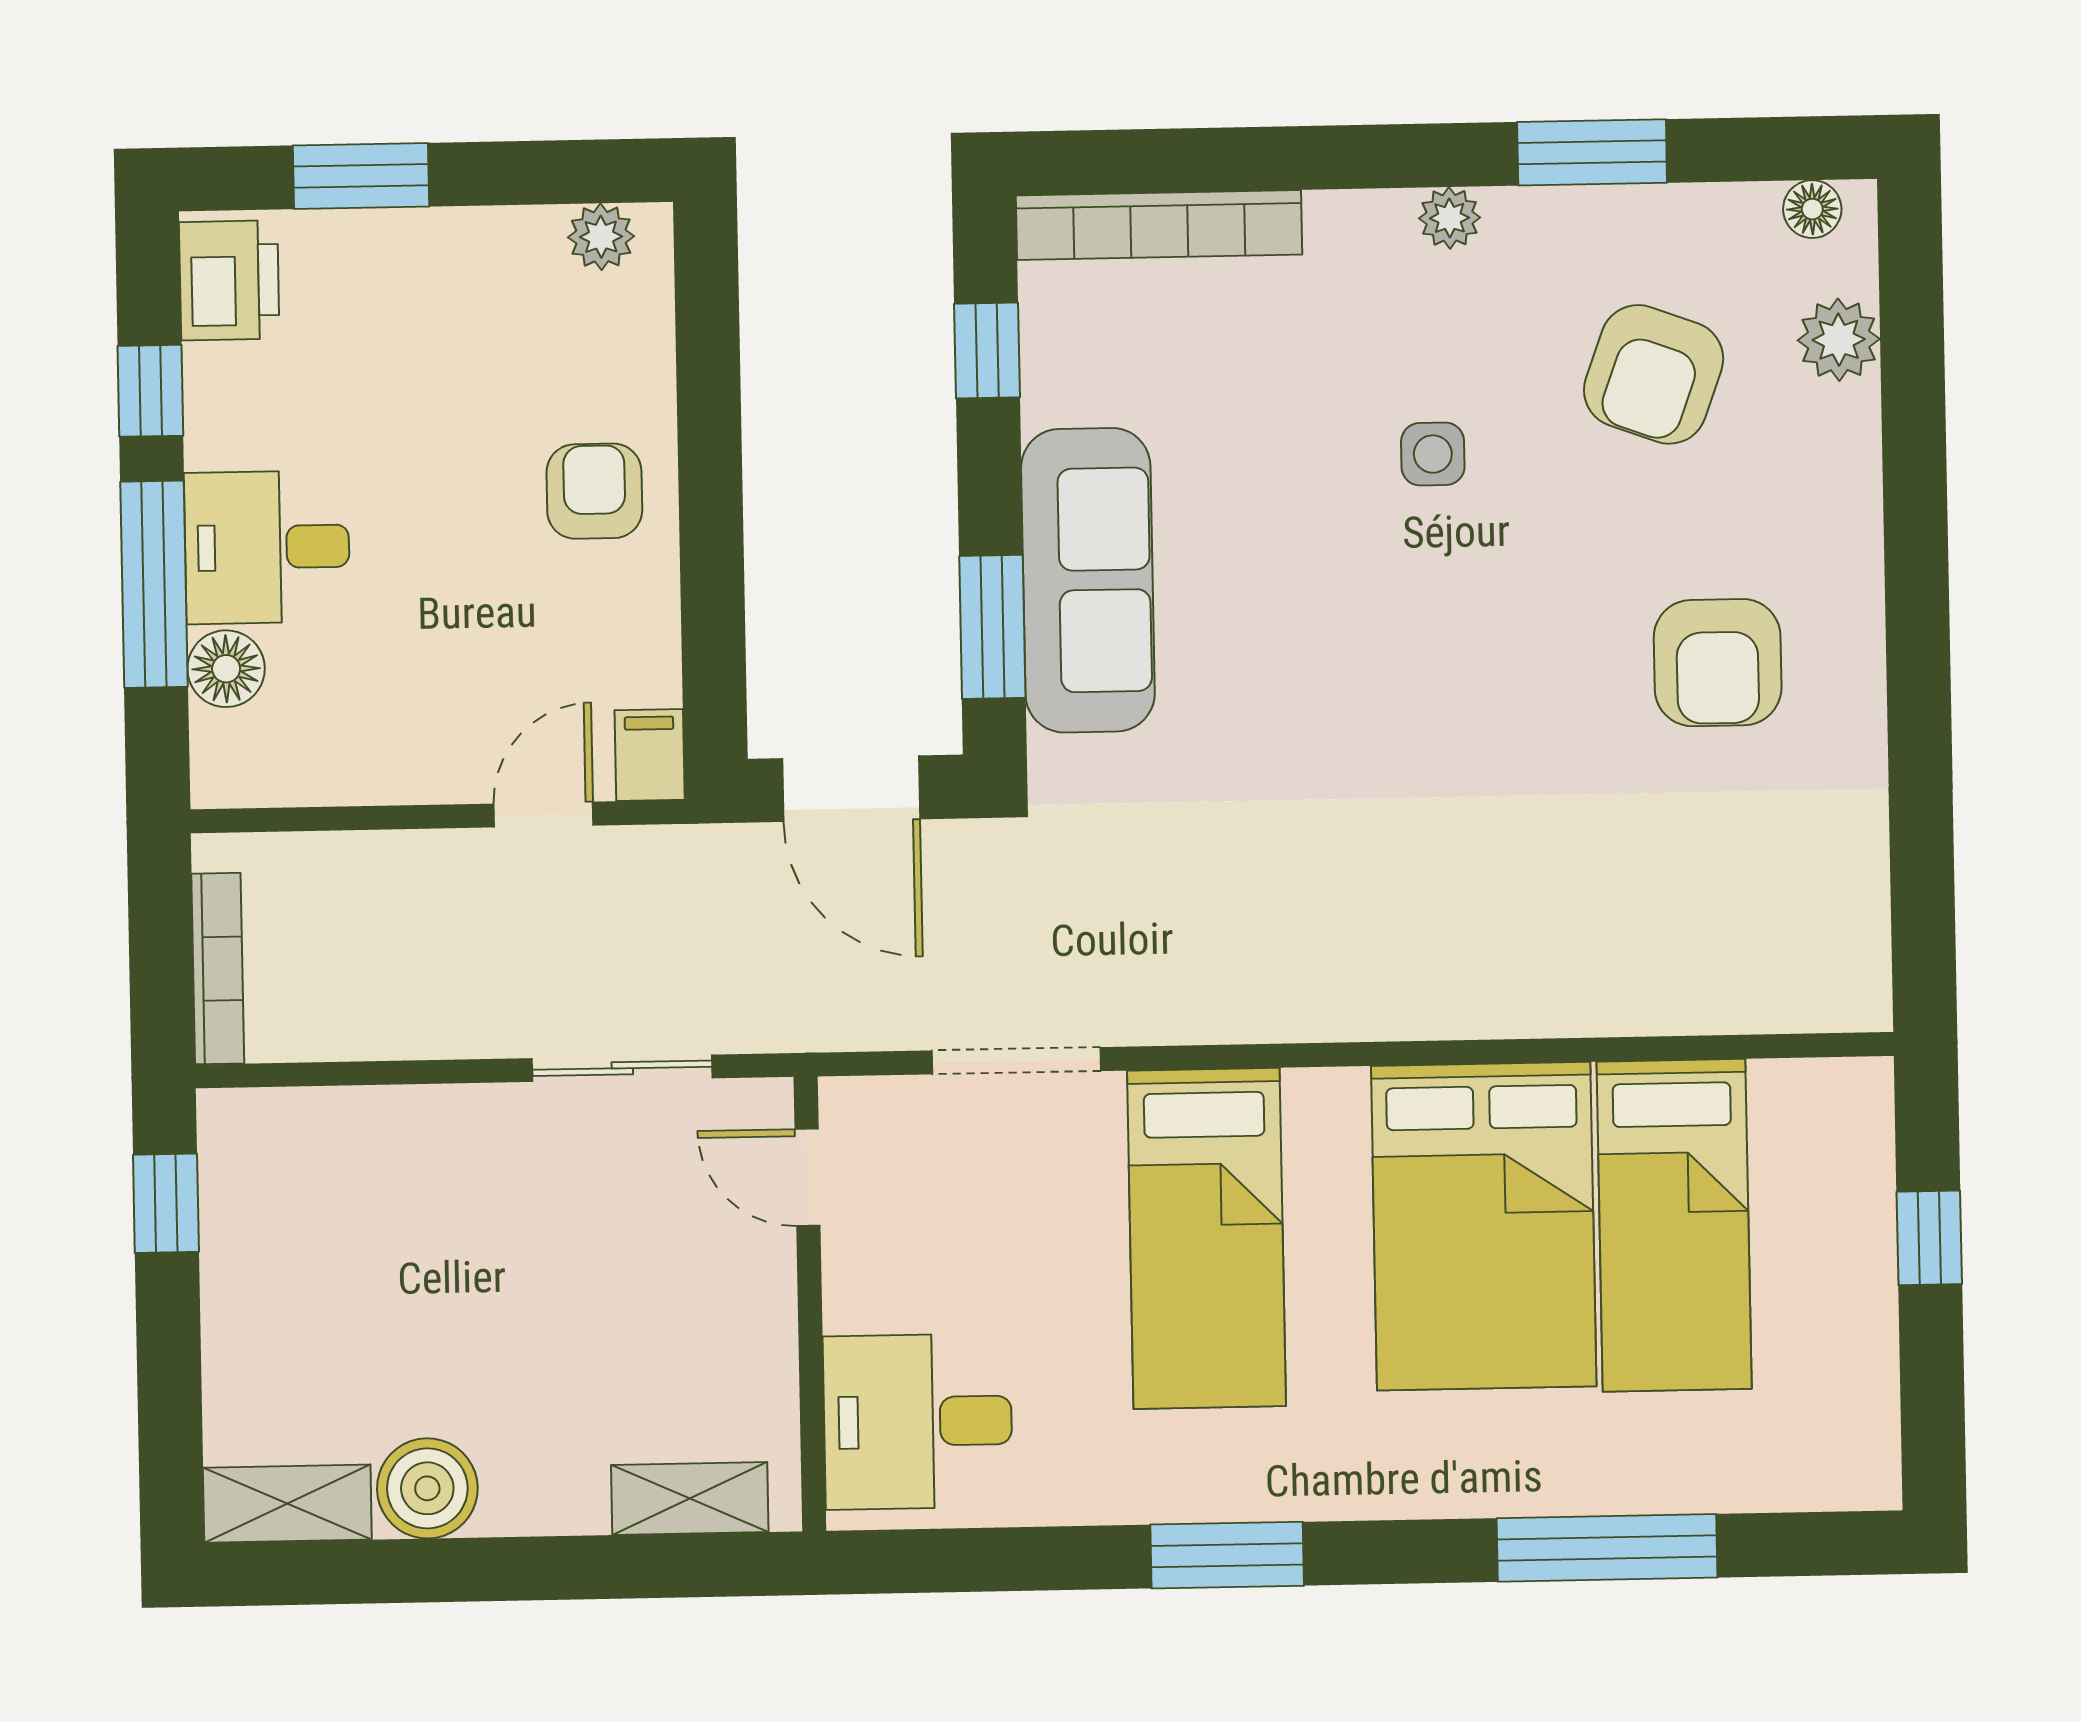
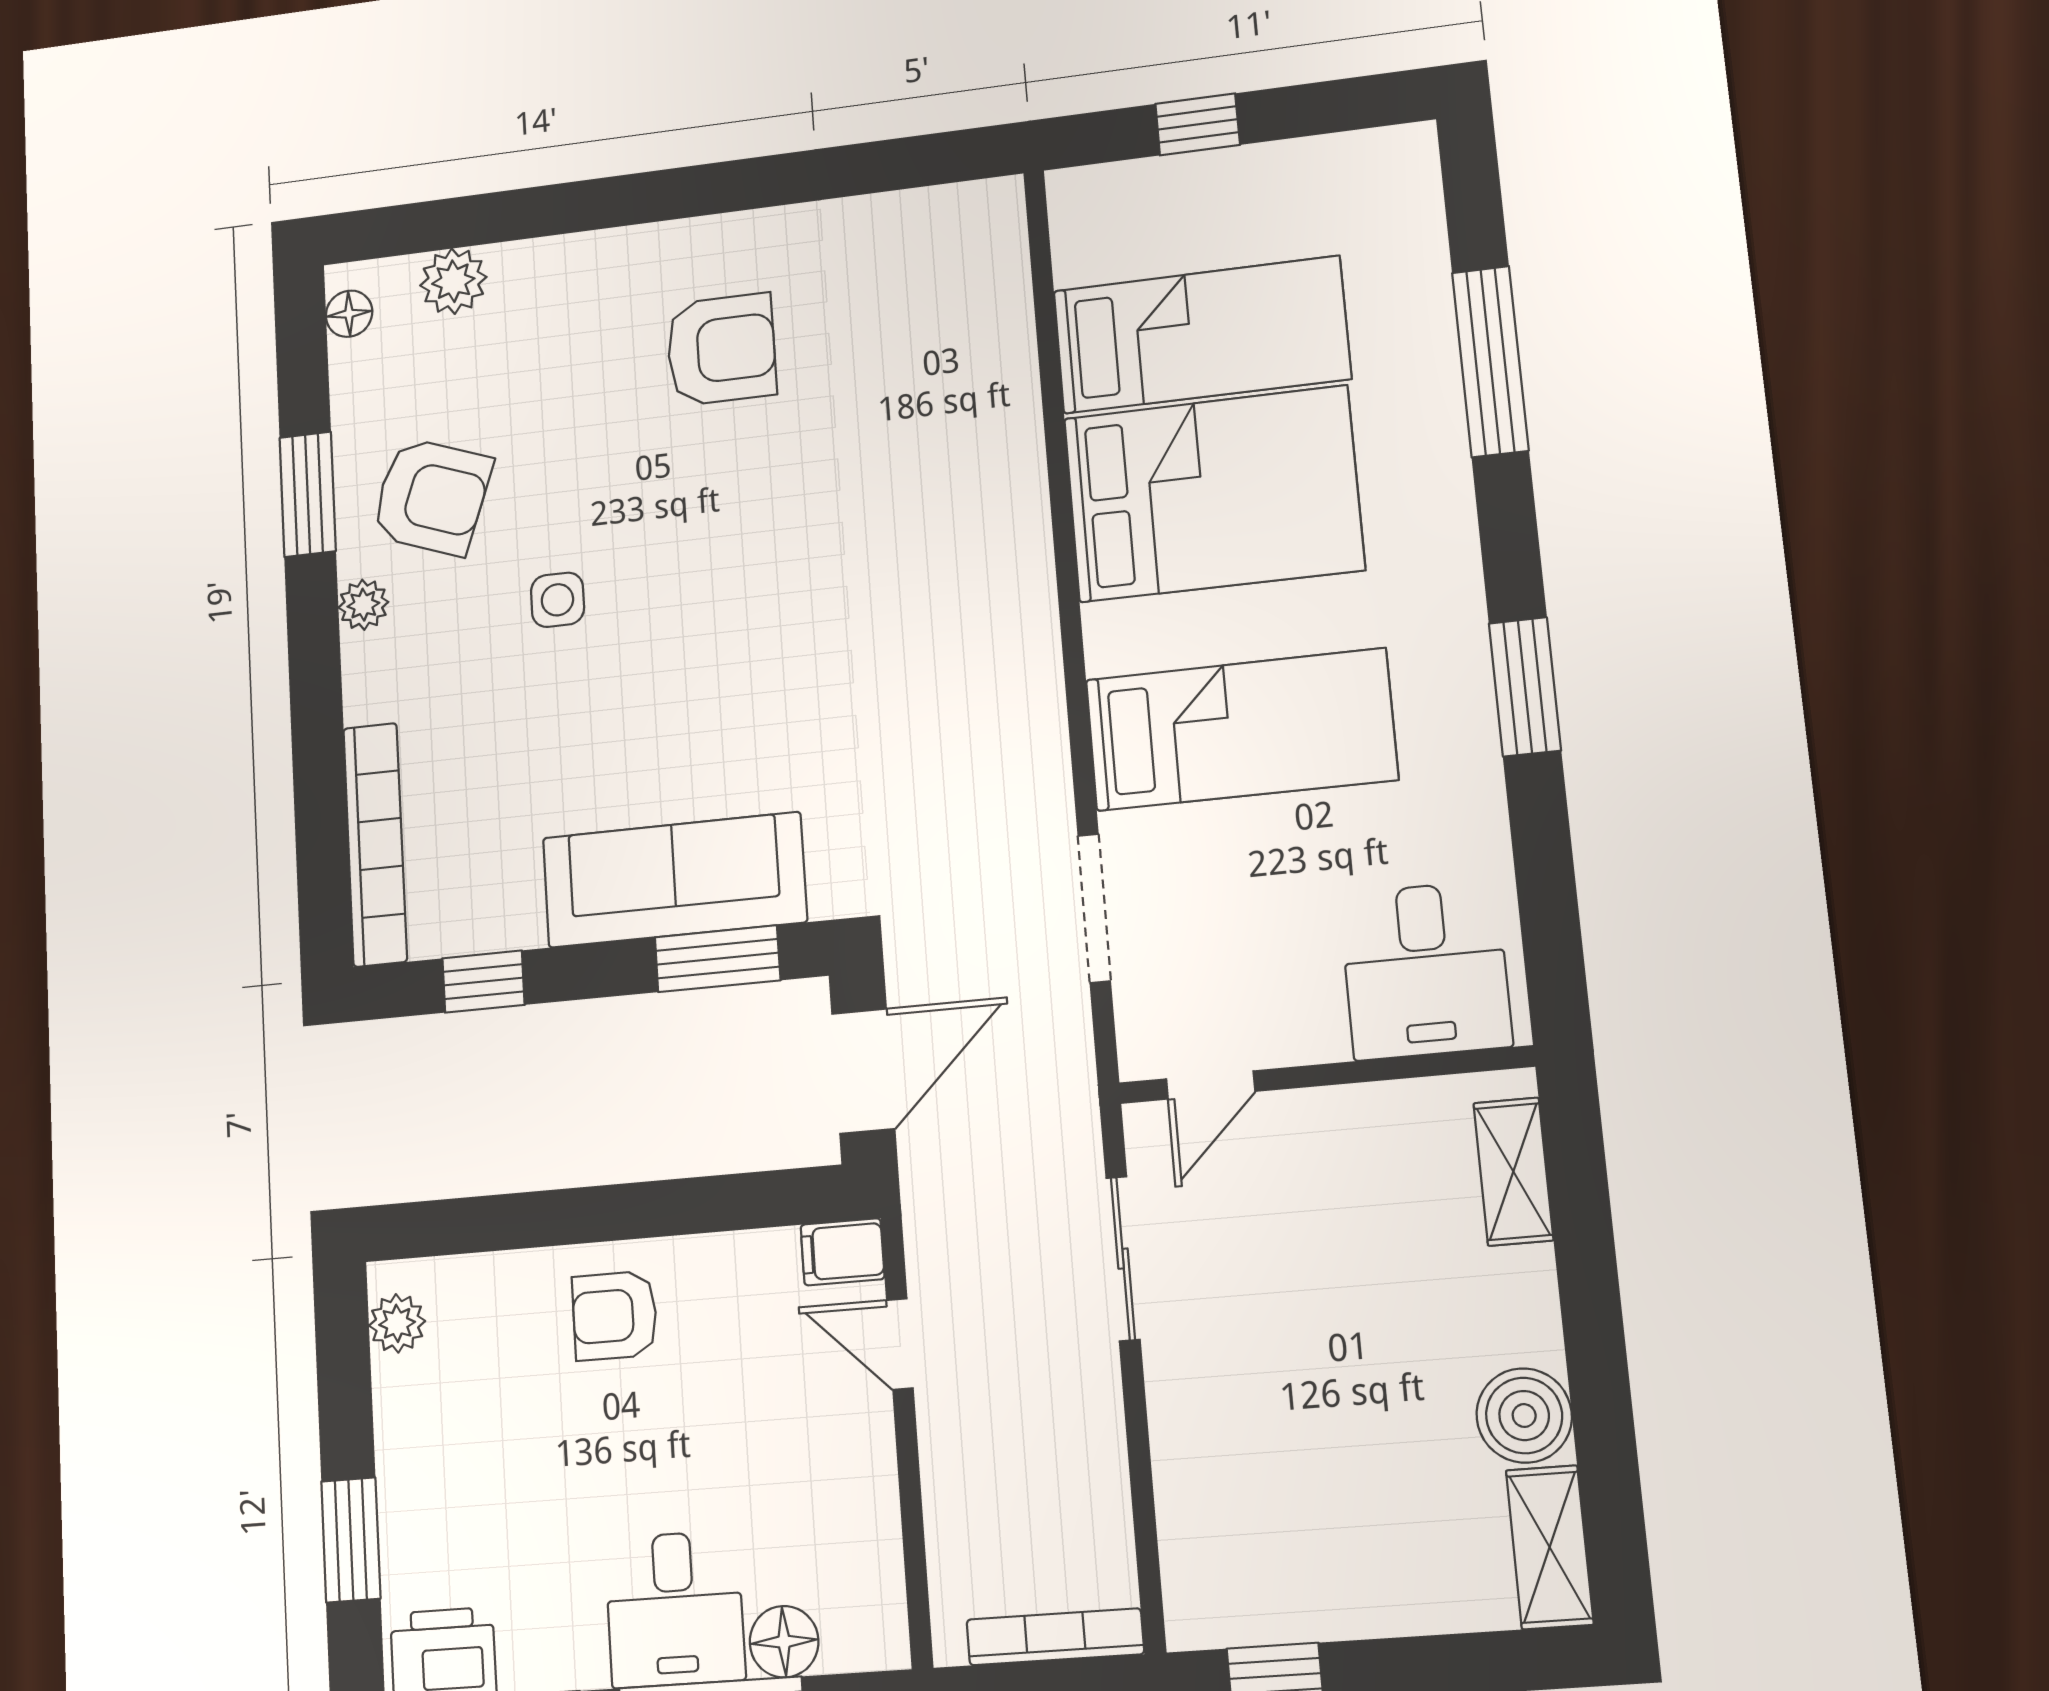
armchair: (1654, 374) -> (431, 497), moved

